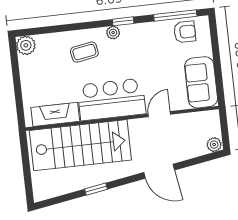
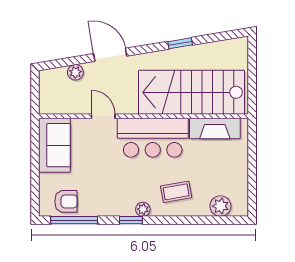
armchair: (185, 32) -> (66, 201), turned 180
plant: (26, 45) -> (220, 206), moved
door: (159, 114) -> (103, 116), swing flipped
plant: (214, 145) -> (75, 72), moved

